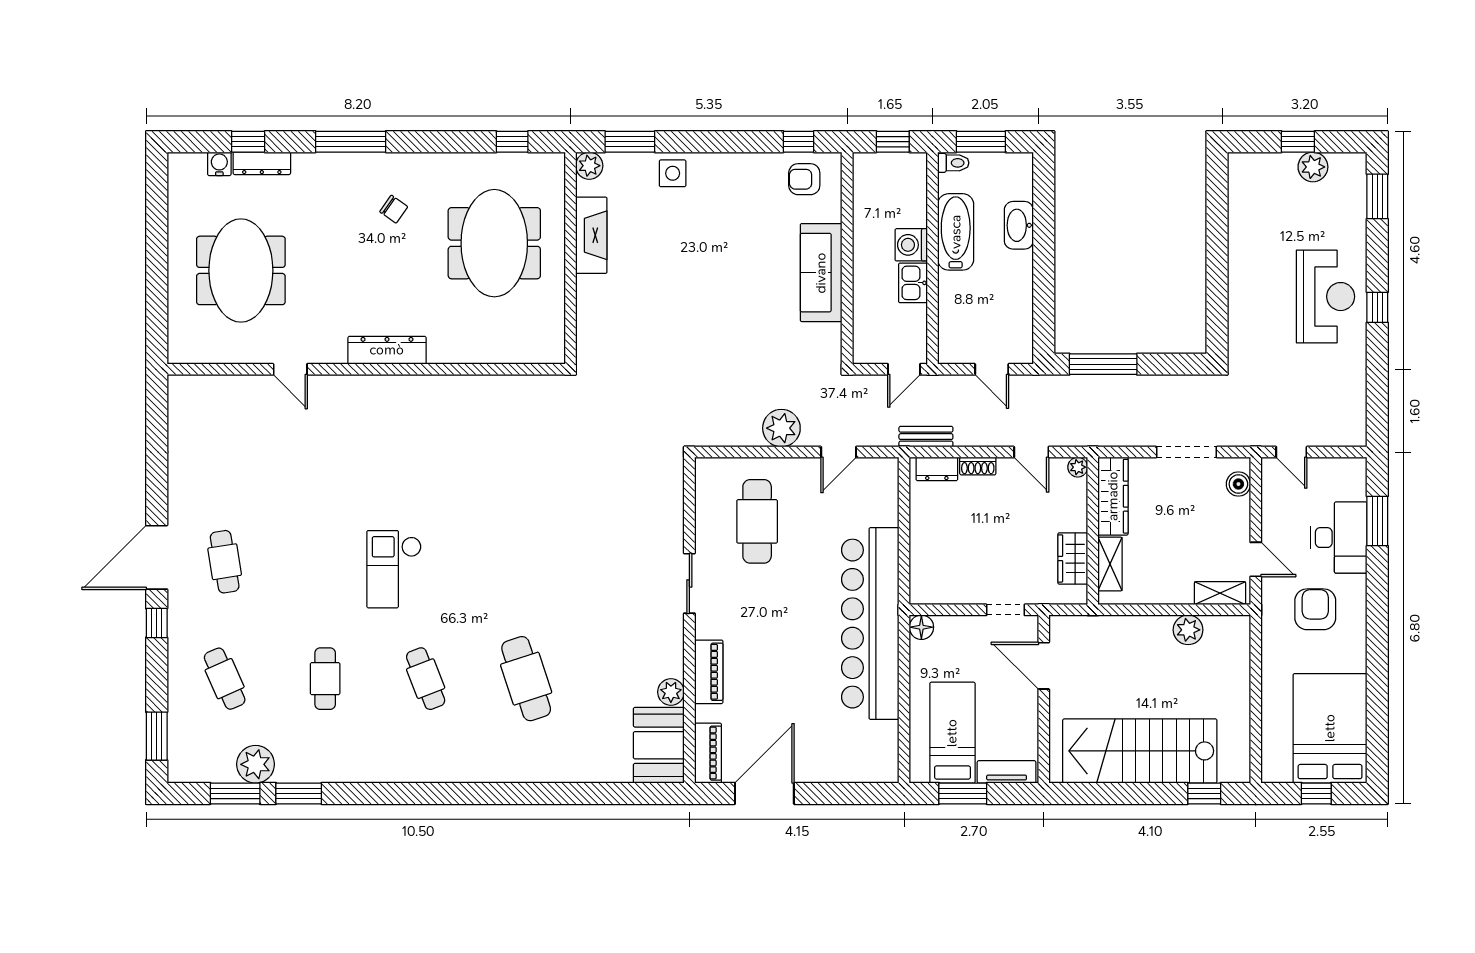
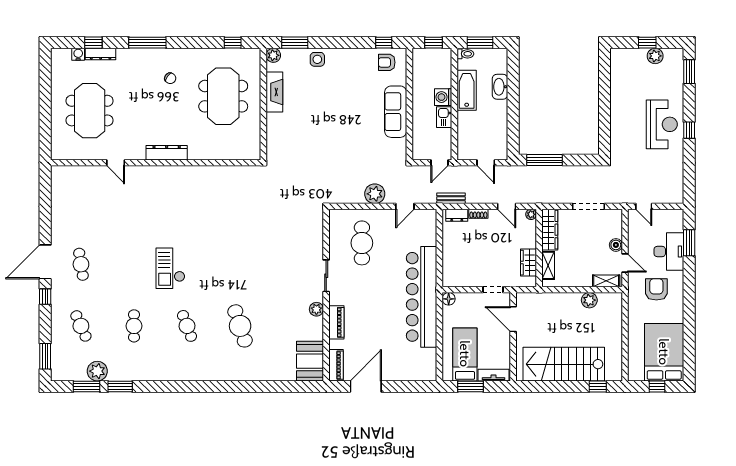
boiler: (1238, 484) -> (616, 245), moved
plant: (671, 692) -> (316, 309), moved

